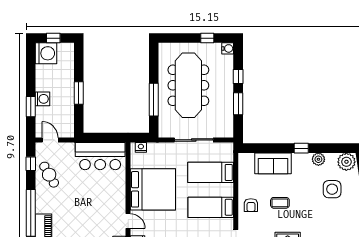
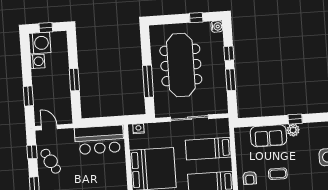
washing machine: (42, 99) -> (38, 61), moved
plant: (318, 159) -> (293, 130), moved

